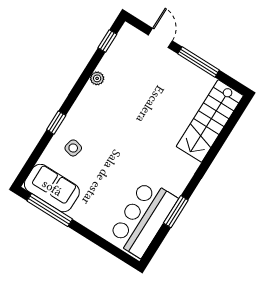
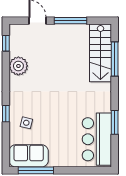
plant: (97, 78) -> (18, 66), width x1.87, depth x1.87
window: (222, 138) -> (115, 59), added

